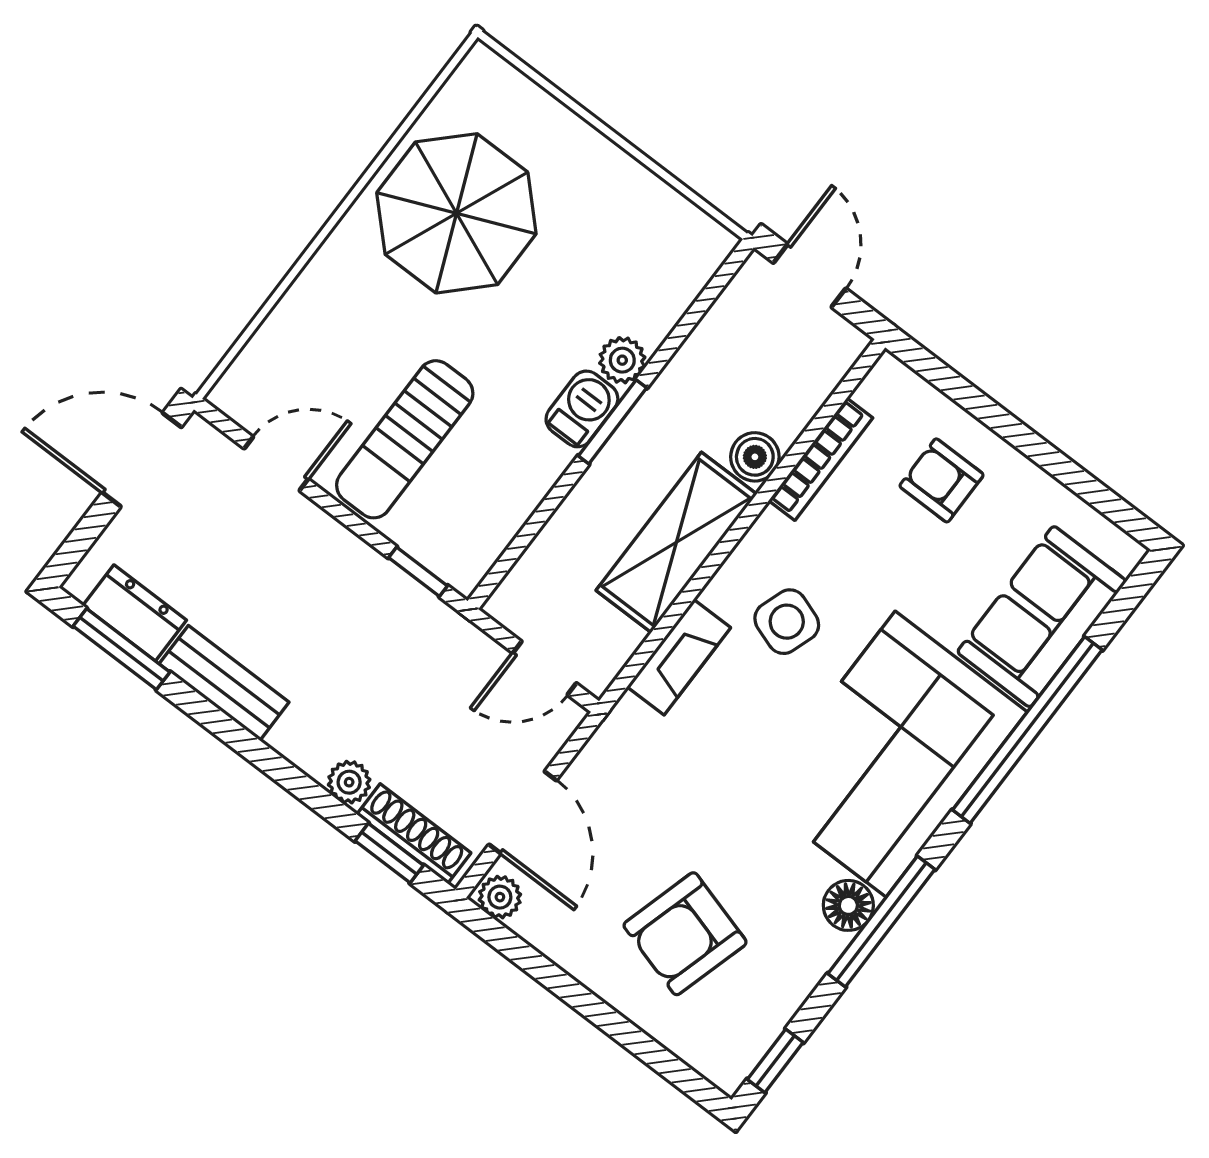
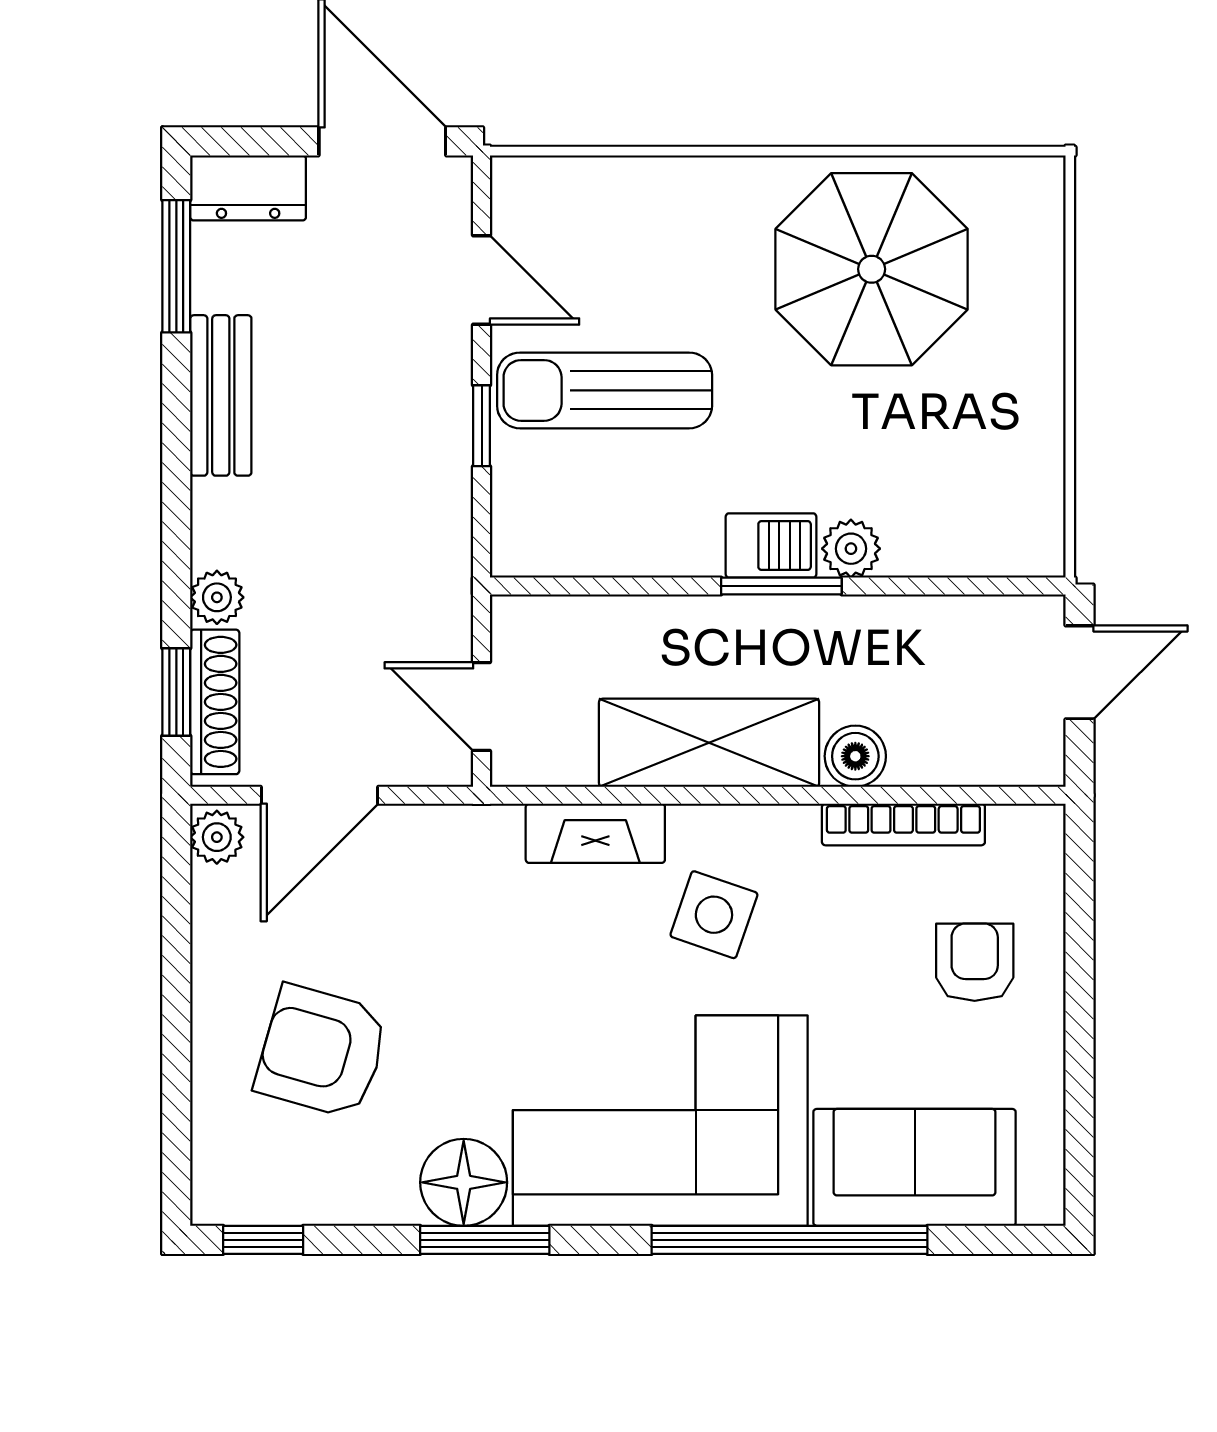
window: (418, 572) -> (482, 426), moved
dresser: (135, 613) -> (248, 188), moved, turned 90
floor lamp: (848, 905) -> (464, 1182), width x1.38, depth x1.38
window: (881, 922) -> (485, 1240), width x0.69

